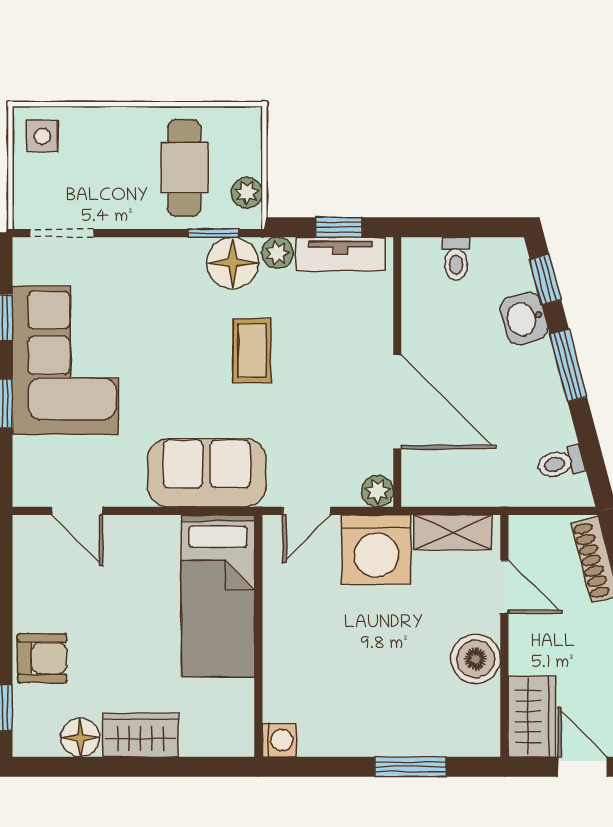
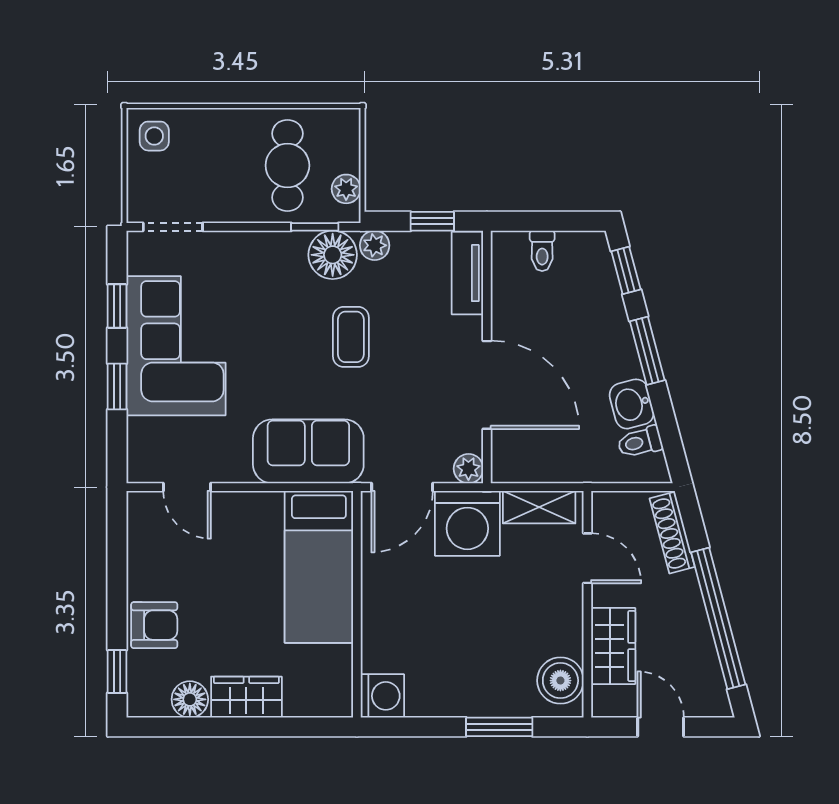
tv unit: (340, 254) -> (467, 273), moved, turned 90
washbasin: (524, 319) -> (632, 404), moved
door: (307, 511) -> (402, 487), width x1.38
boiler: (476, 659) -> (560, 681), moved
wardrobe: (532, 716) -> (613, 646), moved
washing machine: (279, 740) -> (382, 696), width x1.38, depth x1.38

